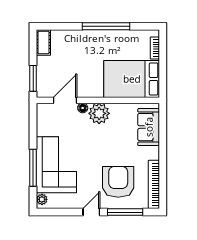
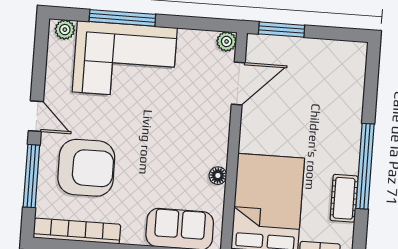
cot: (43, 42) -> (344, 198), moved, turned 90
door: (65, 100) -> (238, 84), hinge flipped
floor lamp: (83, 108) -> (218, 176), moved
plant: (99, 113) -> (227, 41), moved, width x0.53, depth x0.53

